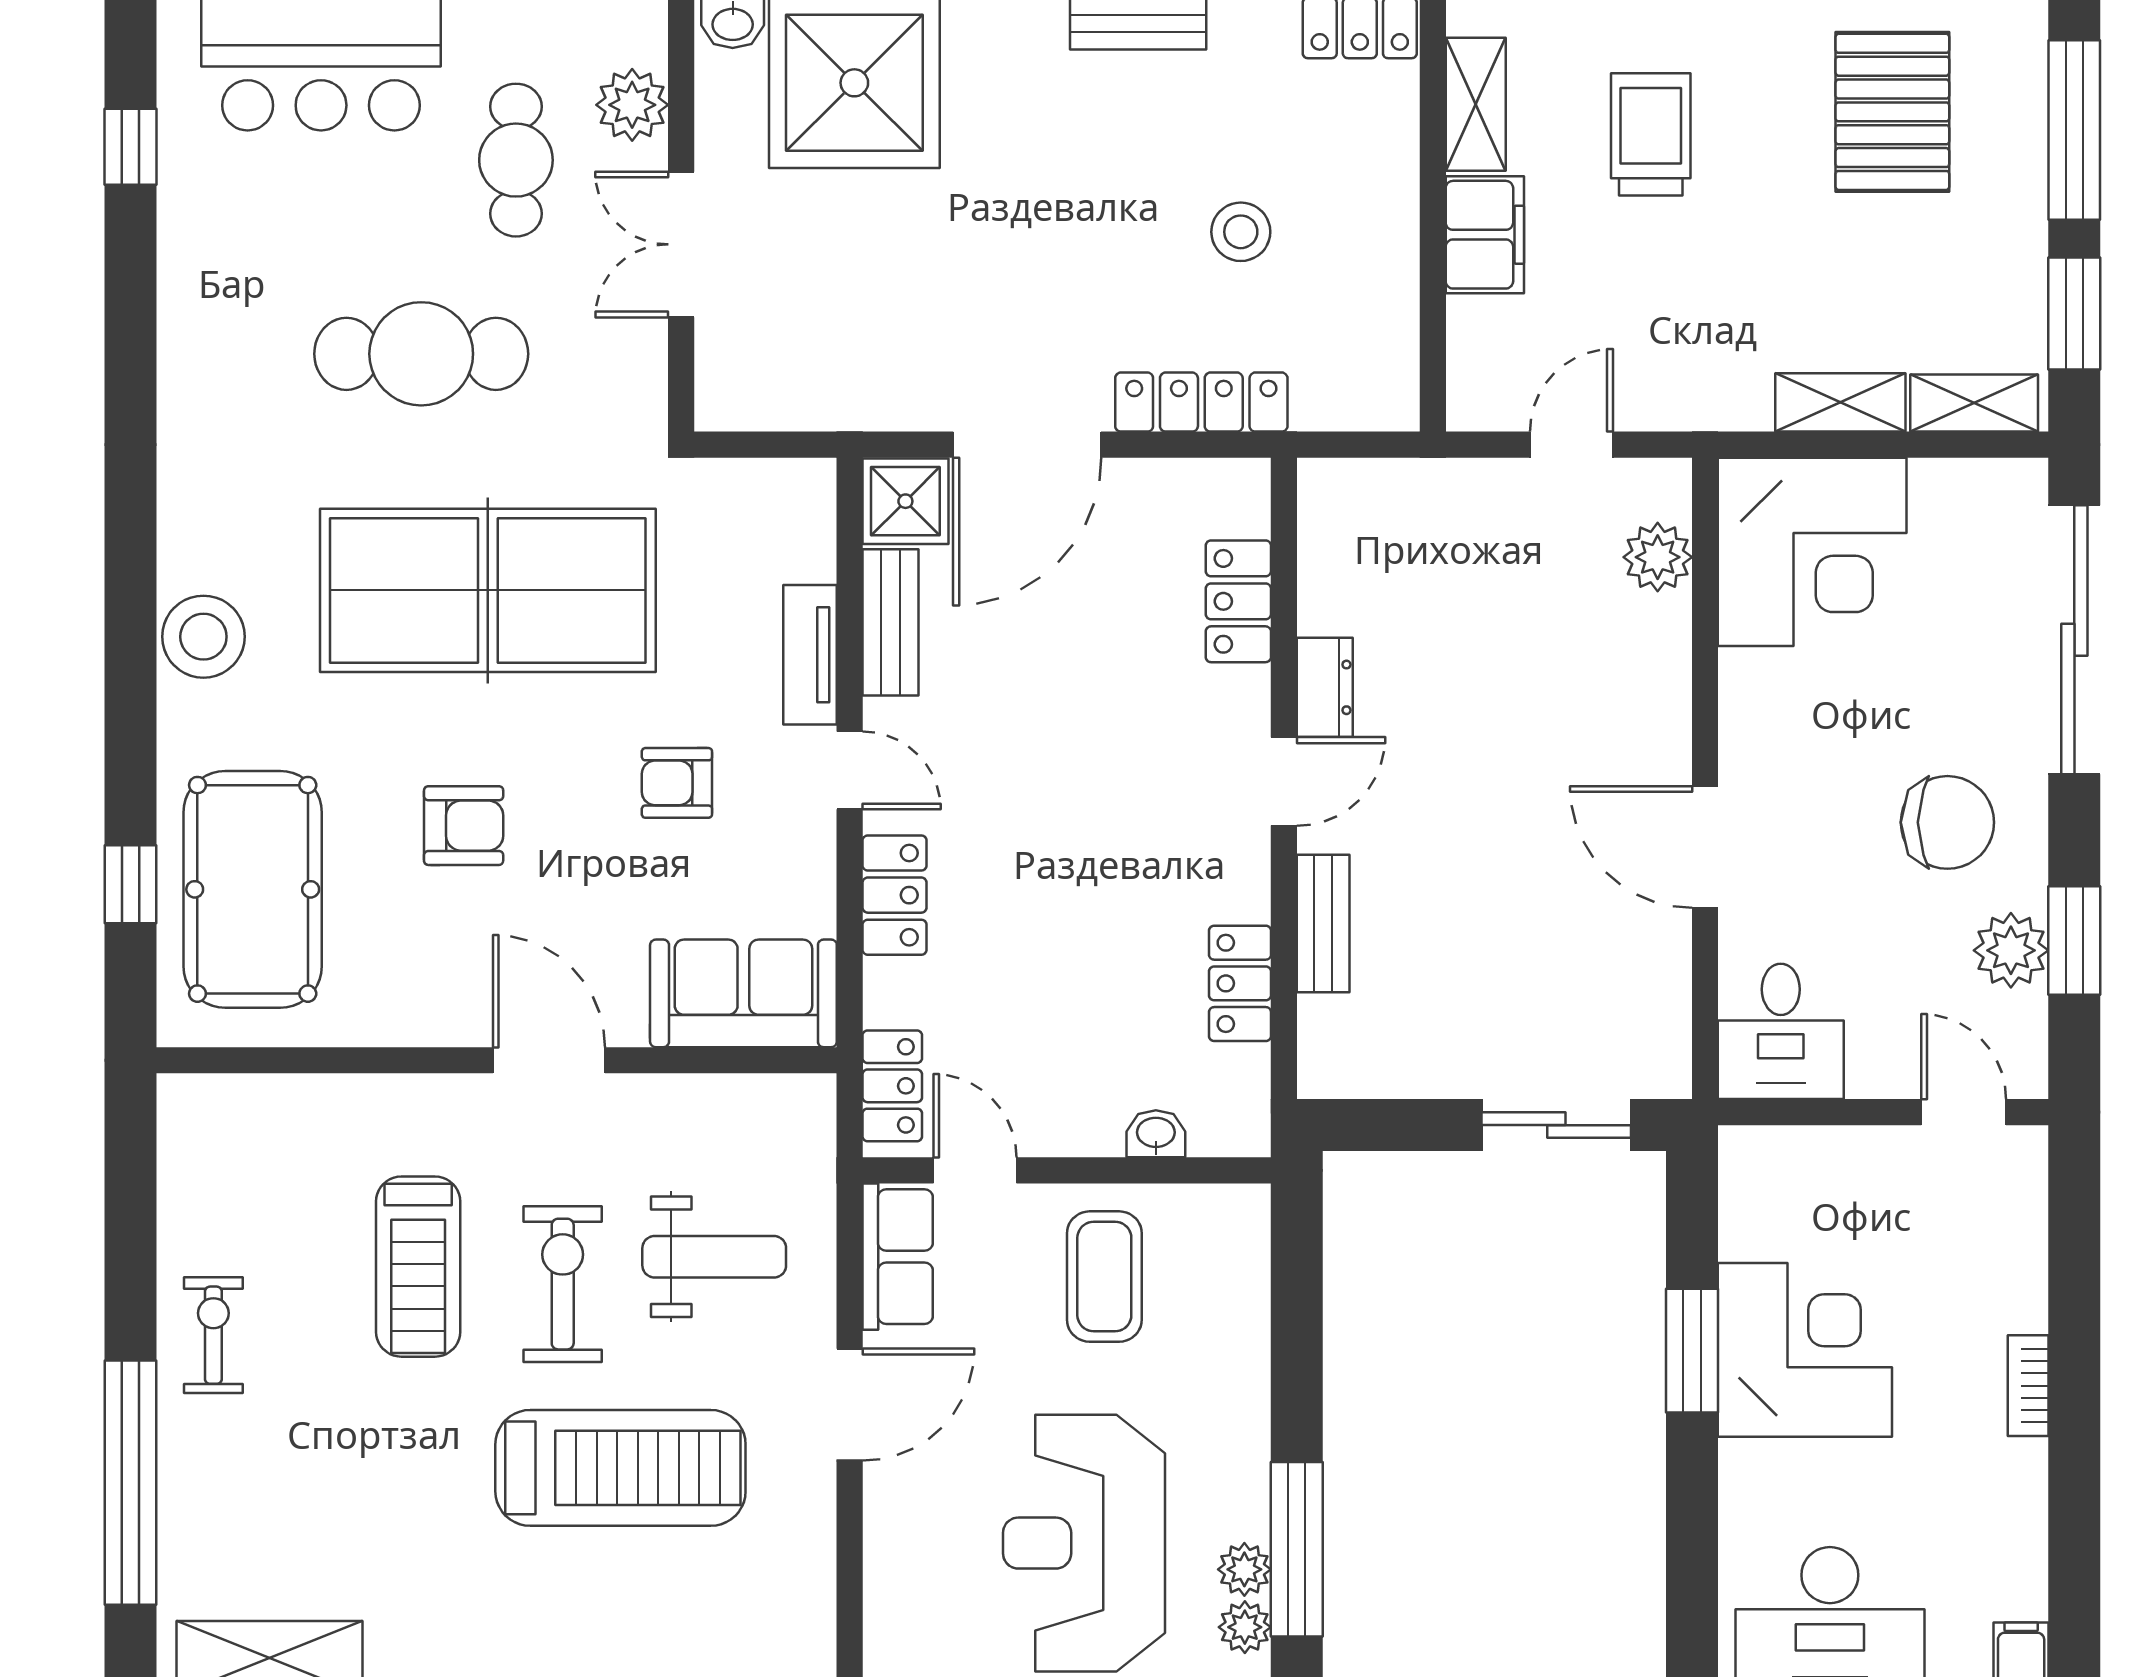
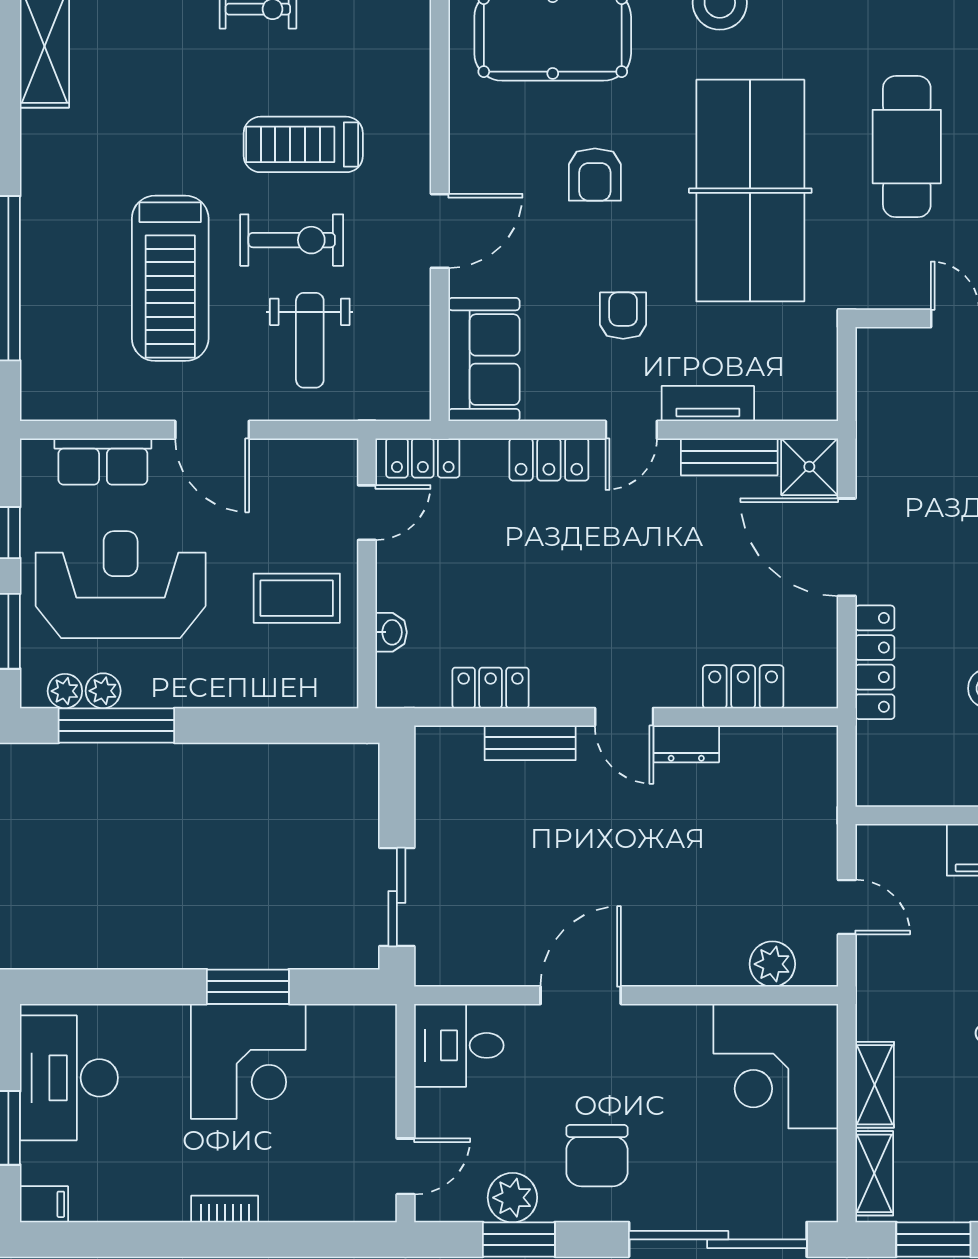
row of seats: (898, 1257) -> (103, 462), moved

